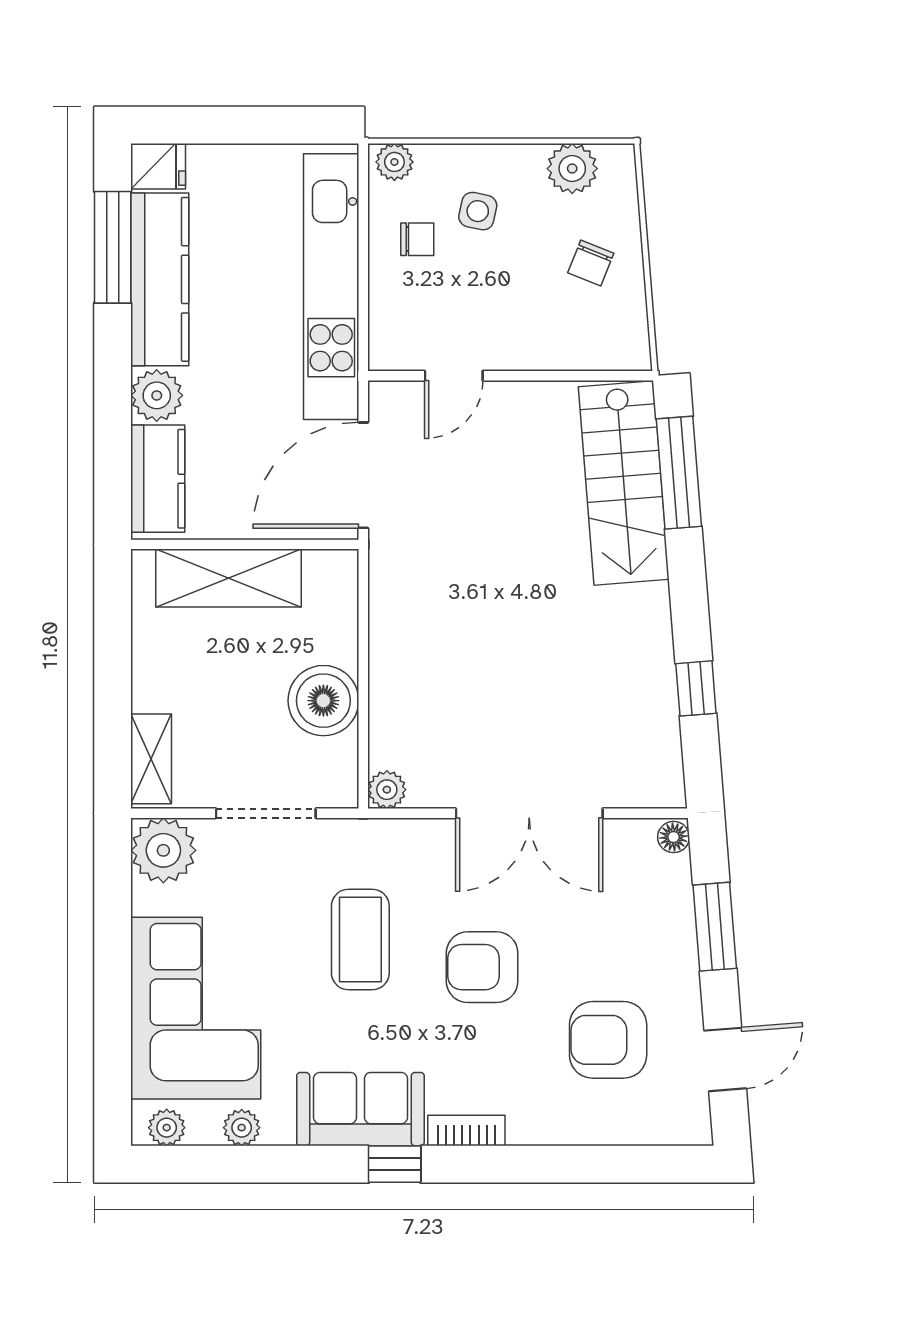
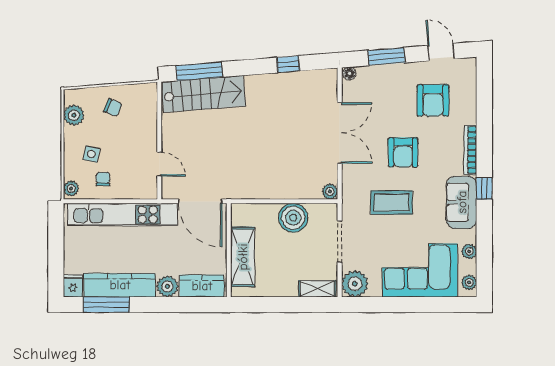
bookcase: (466, 1131) -> (470, 150), width x1.56

